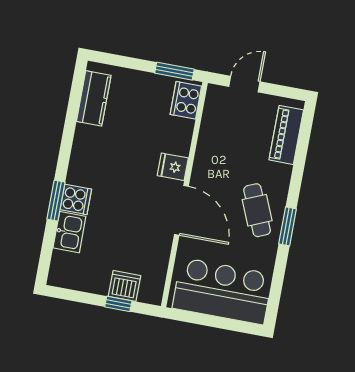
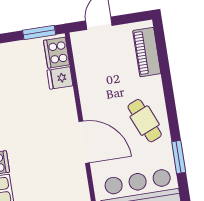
fridge: (173, 167) -> (60, 78), moved
window: (288, 226) -> (179, 157), moved

